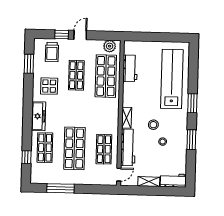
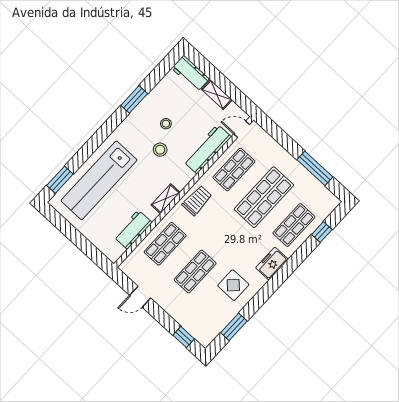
window: (62, 35) -> (184, 337), moved
door: (80, 35) -> (140, 297), moved
plant: (110, 46) -> (134, 271), removed
trolley: (52, 52) -> (197, 200), moved
shop shelf: (106, 76) -> (165, 244), width x0.70, depth x0.74
window: (192, 103) -> (60, 180), moved
freezer: (38, 116) -> (272, 264), width x0.71
shelving: (127, 118) -> (166, 199), moved

